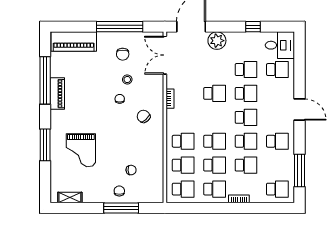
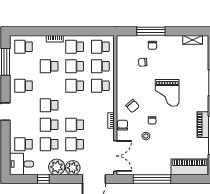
plant: (237, 42) -> (57, 167), added
chair: (123, 54) -> (122, 125), moved
school desk: (246, 141) -> (75, 144), moved
grand piano: (81, 150) -> (167, 93), moved, turned 180

